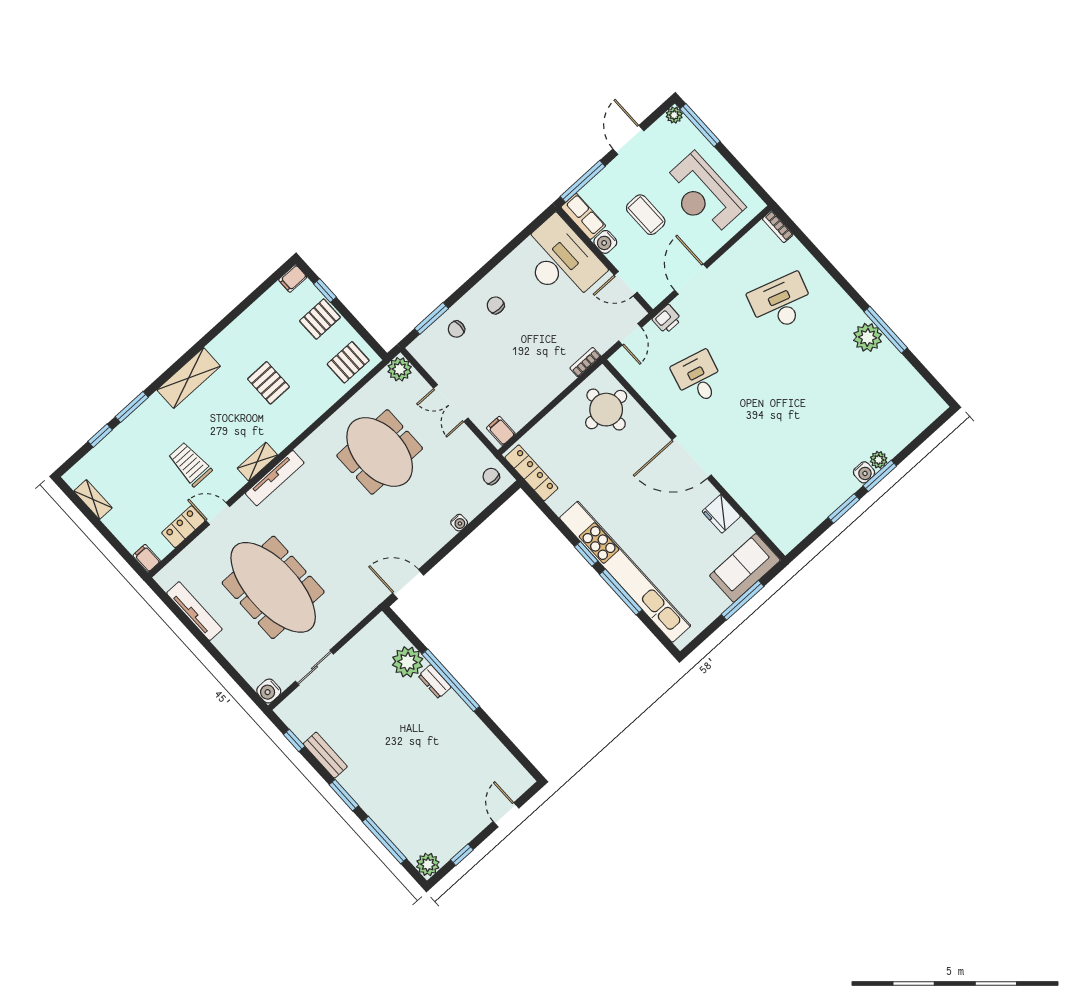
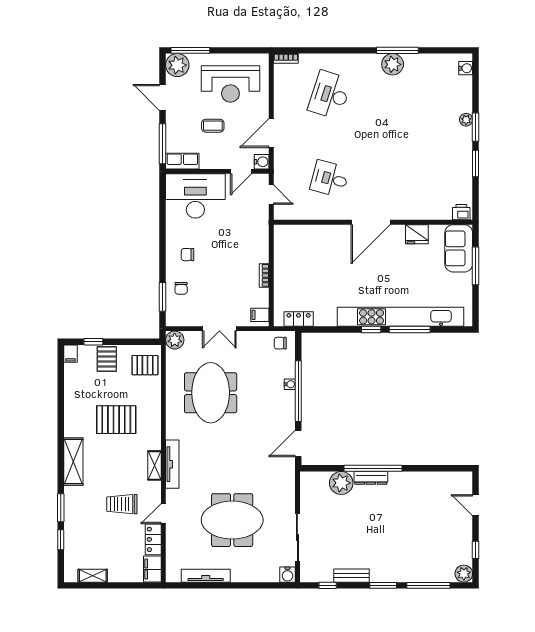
plant: (674, 115) -> (177, 65), width x1.88, depth x1.88
coffee table: (646, 215) -> (213, 126), width x0.73, depth x0.77
water cooler: (605, 242) -> (262, 162), moved, turned -90
door: (691, 279) -> (271, 133), hinge flipped
printer: (667, 319) -> (461, 212), moved, turned -90
pallet: (348, 362) -> (145, 365), turned 90
bookcase: (585, 362) -> (264, 275), moved
pallet: (269, 383) -> (116, 420), width x1.50, depth x1.42
round table: (606, 410) -> (301, 246), removed
meeting table: (380, 452) -> (211, 393), turned 90
water cooler: (864, 472) -> (466, 68), moved
locker: (531, 473) -> (299, 319), width x0.66
window: (460, 537) -> (298, 391), added
filing cabinet: (147, 558) -> (152, 569), width x2.00
meeting table: (273, 587) -> (232, 520), width x0.73
sliding door: (314, 668) -> (297, 537), width x1.37
dresser: (435, 682) -> (371, 478), width x1.44

